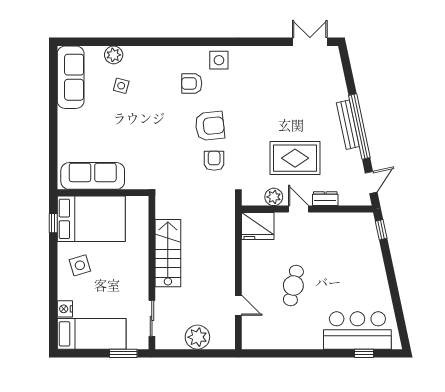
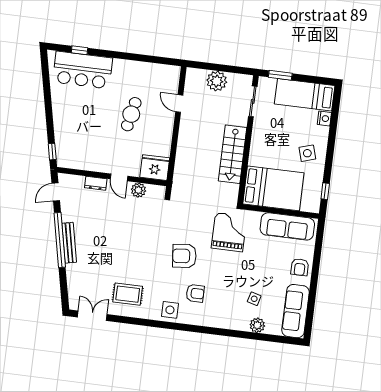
double door: (310, 42) -> (92, 316), swing flipped
rug: (295, 158) -> (128, 294), moved, width x0.73, depth x0.70
grand piano: (161, 161) -> (229, 232), added
armchair: (214, 161) -> (300, 267), moved
bed: (91, 219) -> (273, 188), moved, turned 180

